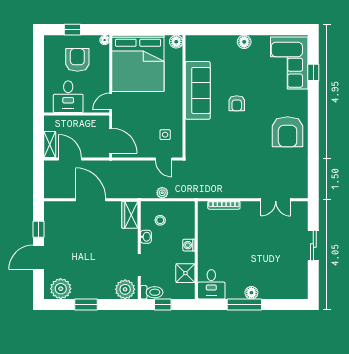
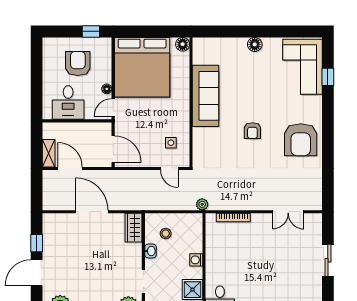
window: (72, 30) -> (91, 31), moved
floor lamp: (105, 40) -> (107, 89), moved
armchair: (237, 103) -> (252, 131), moved
plant: (162, 193) -> (202, 204), moved

